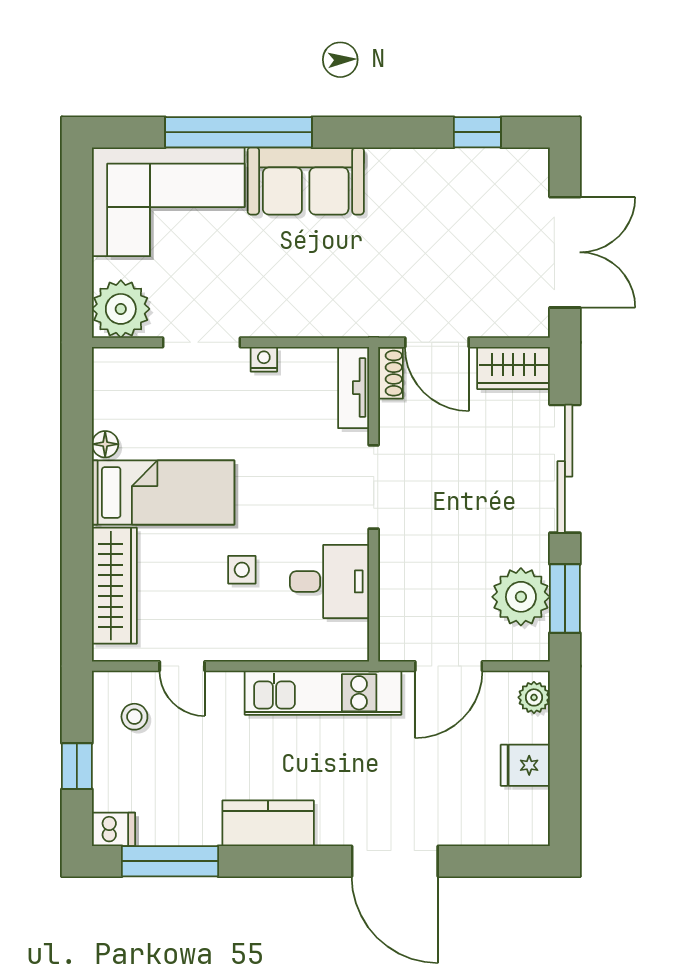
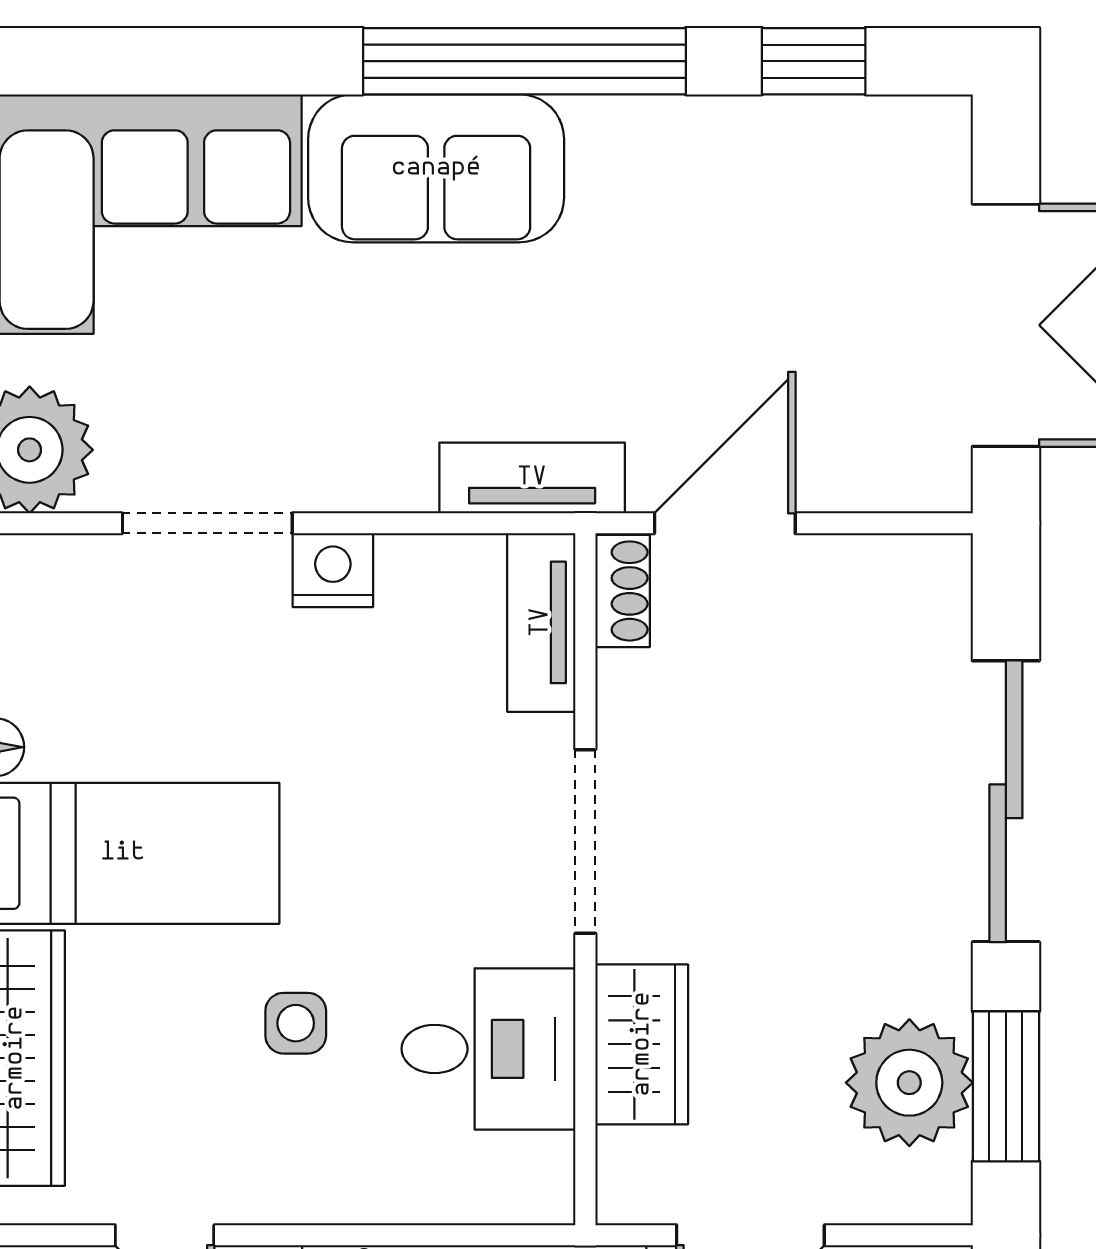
window: (238, 132) -> (524, 61), moved
tv unit: (349, 322) -> (532, 478), added
door: (437, 342) -> (725, 523), swing flipped
nightstand: (264, 359) -> (333, 570), width x1.39, depth x1.35
wardrobe: (513, 368) -> (642, 1044), moved, turned -90

